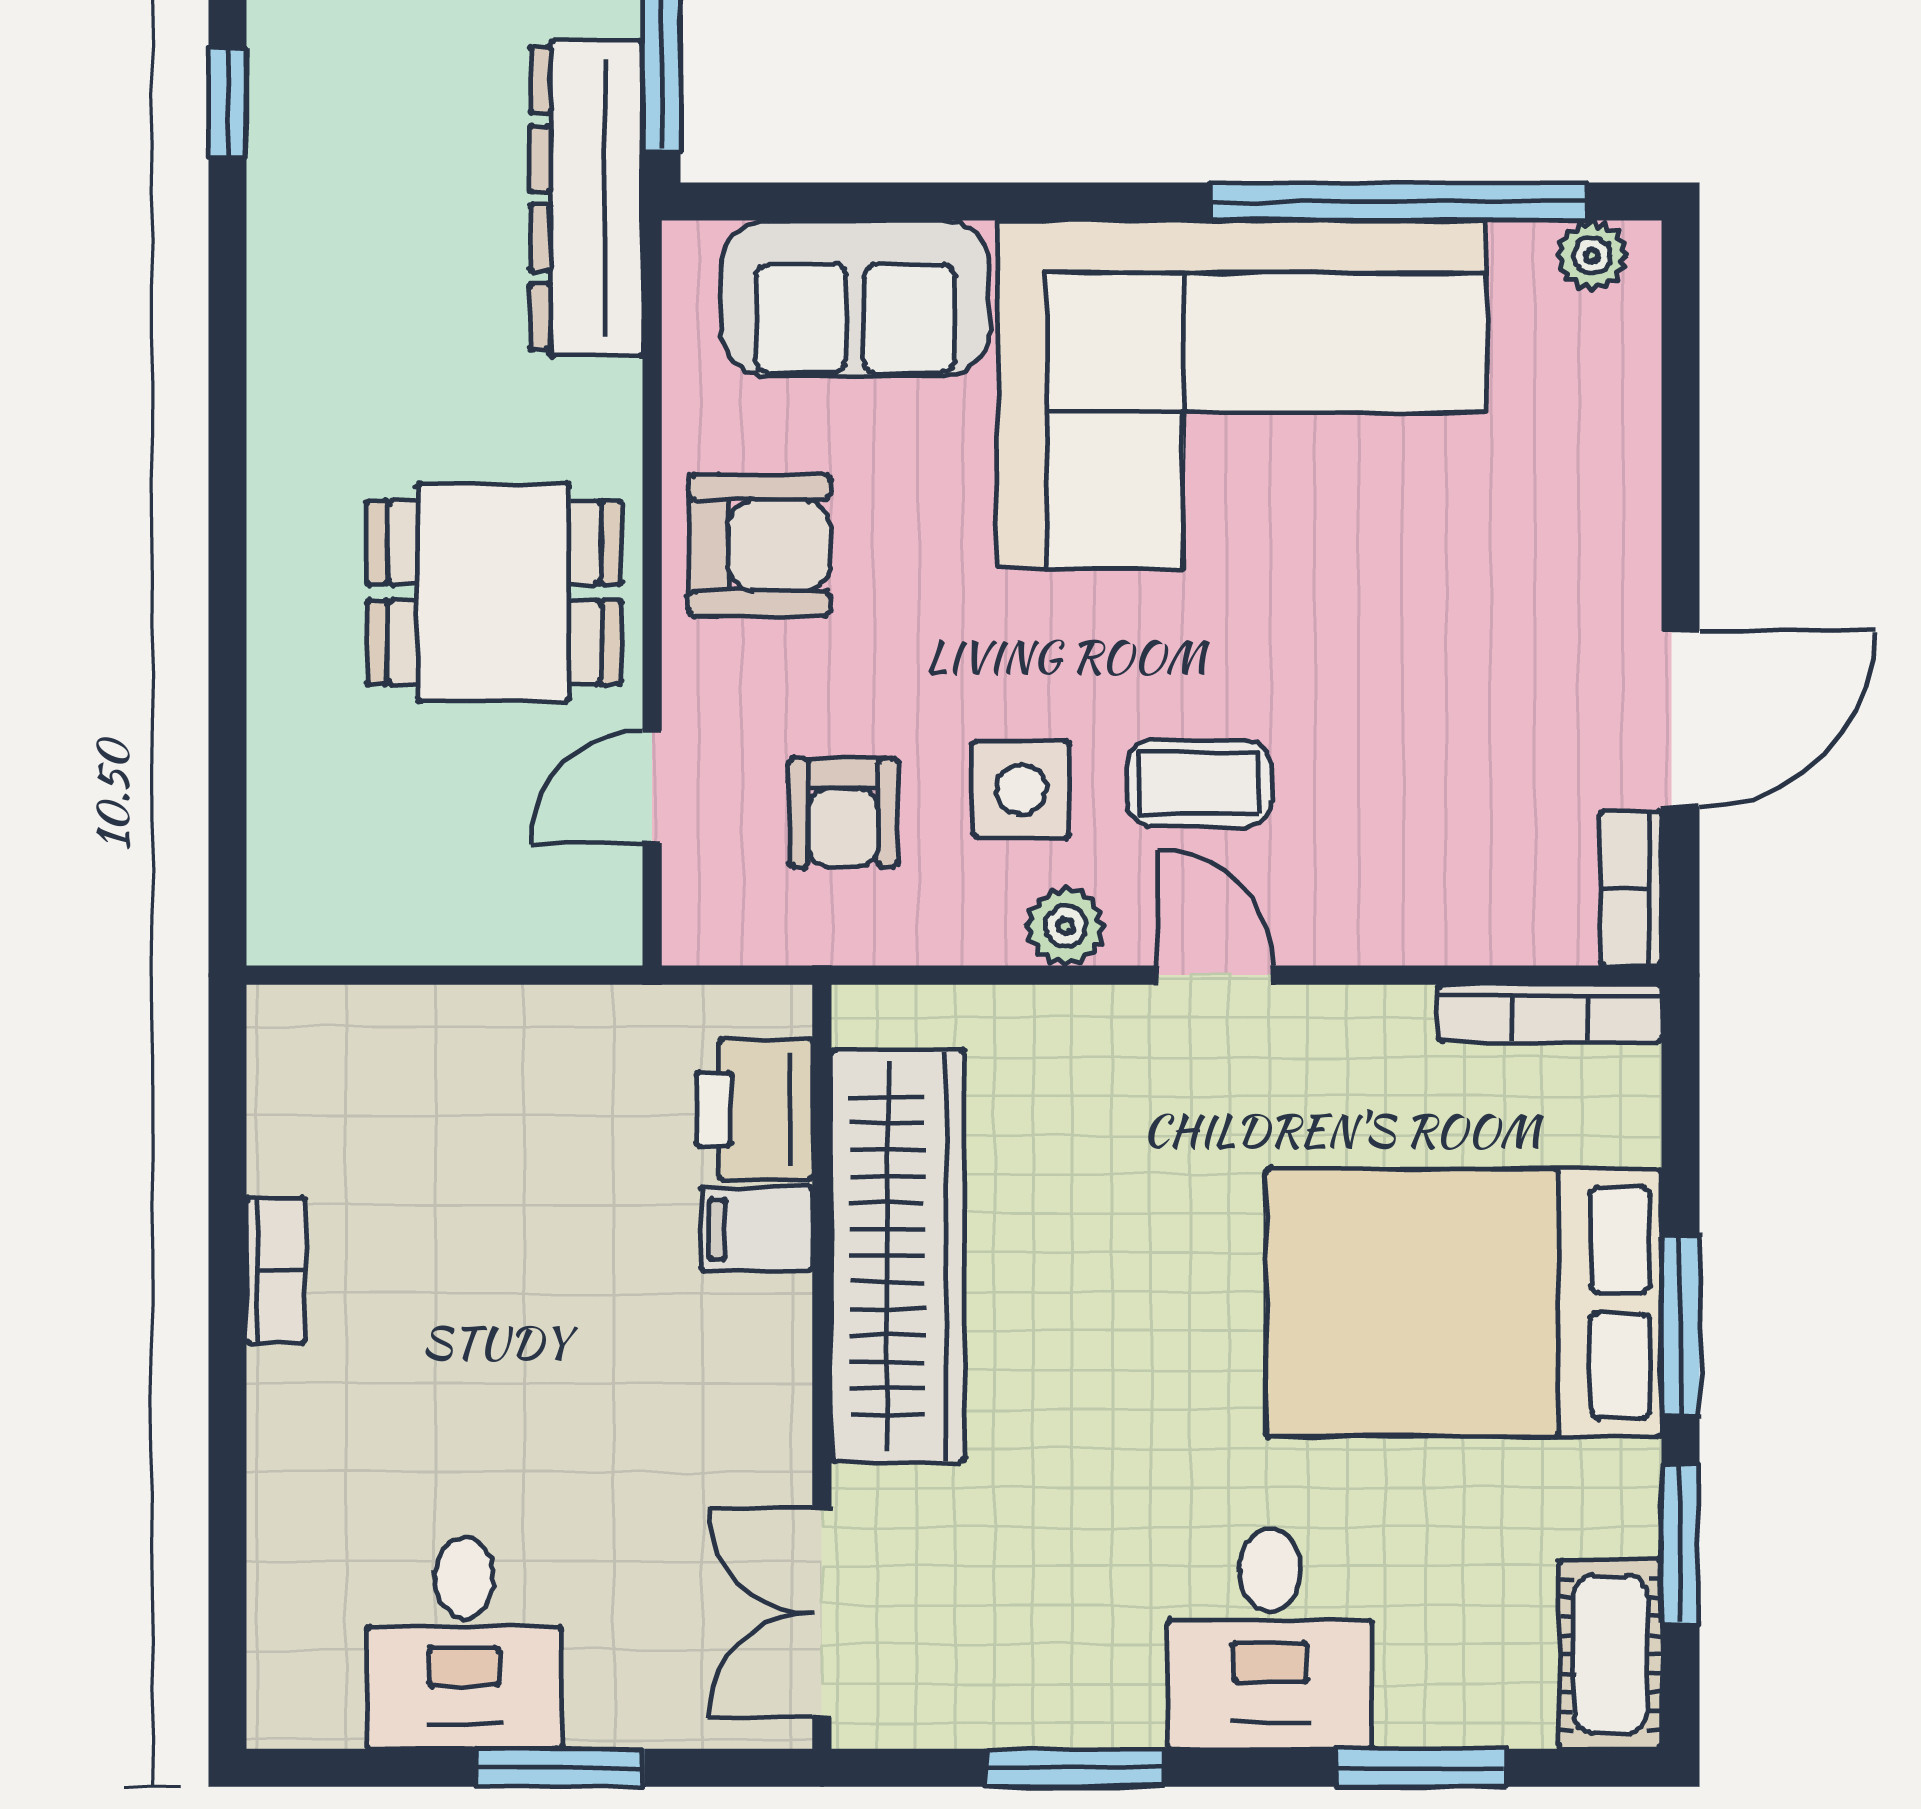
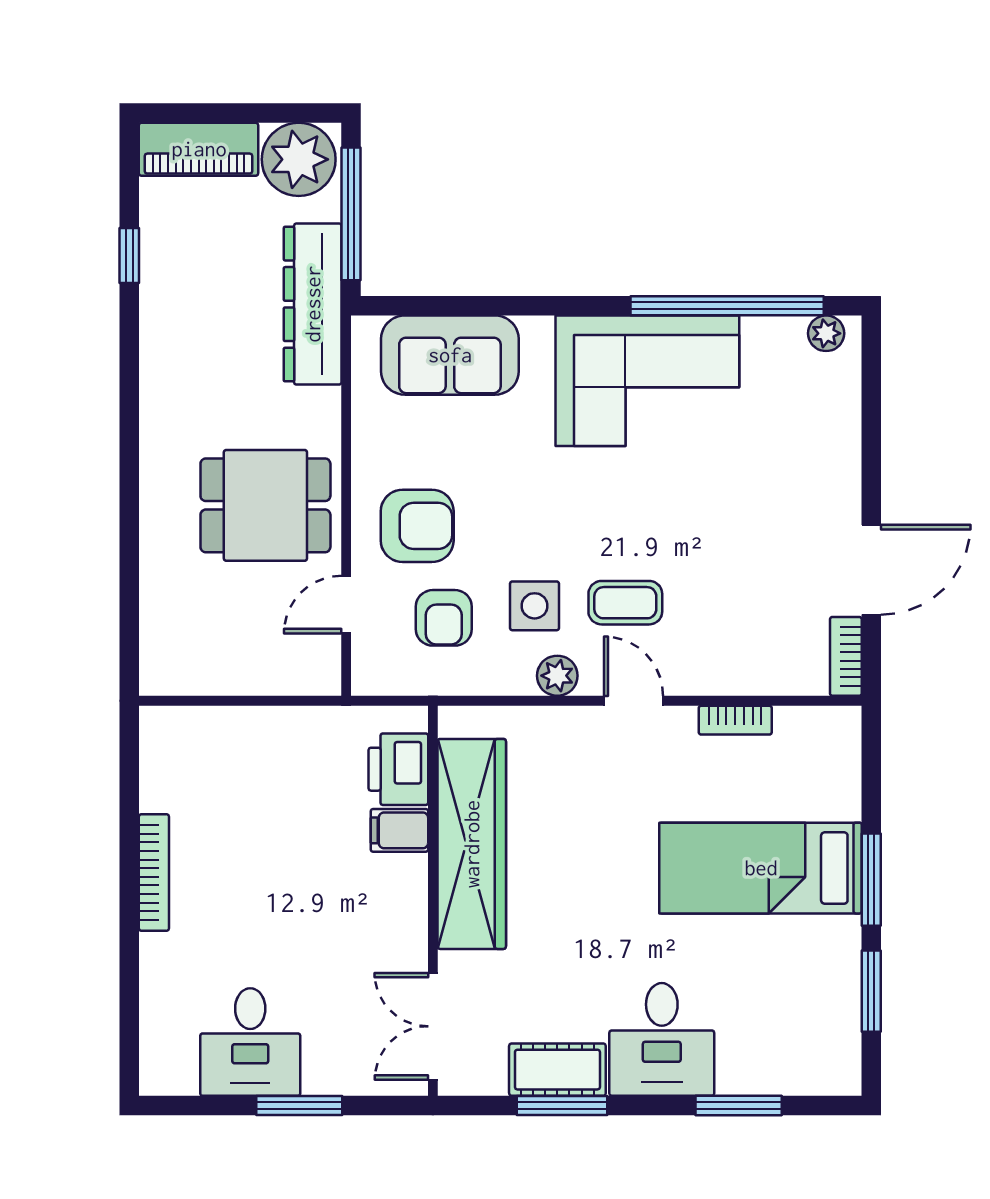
corner sofa: (1242, 394) -> (647, 381), width x0.73, depth x0.74
armchair: (759, 545) -> (417, 526), moved
bookcase: (1550, 1013) -> (735, 720), moved, width x0.64
bookcase: (276, 1270) -> (154, 873), width x1.56
bed: (1464, 1303) -> (761, 868), width x0.67
cot: (1610, 1654) -> (557, 1070), moved, turned 90

